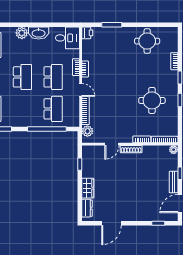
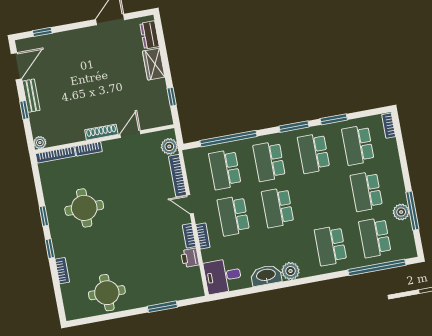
printer: (87, 33) -> (190, 258), moved
school desk: (22, 109) -> (269, 161), added

